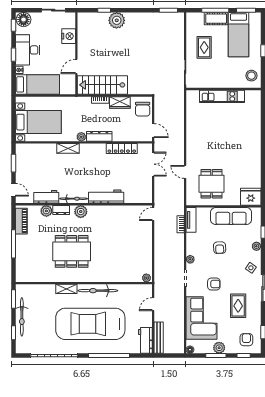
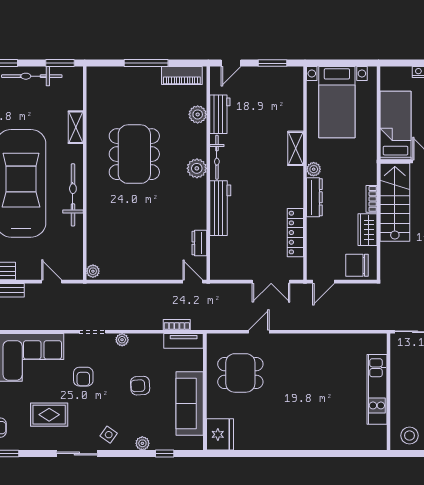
bed: (38, 84) -> (396, 126), moved, turned 180
dresser: (61, 210) -> (199, 243), moved
shelving: (66, 289) -> (76, 127), moved

